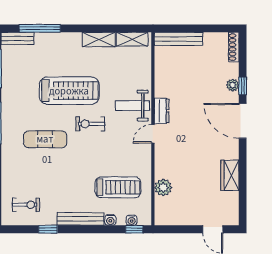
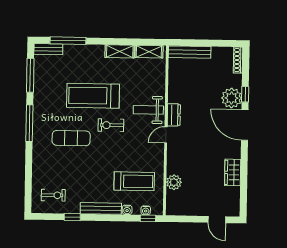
plant: (233, 85) -> (232, 98), width x1.88, depth x1.88
treadmill: (69, 91) -> (93, 96), turned 180

